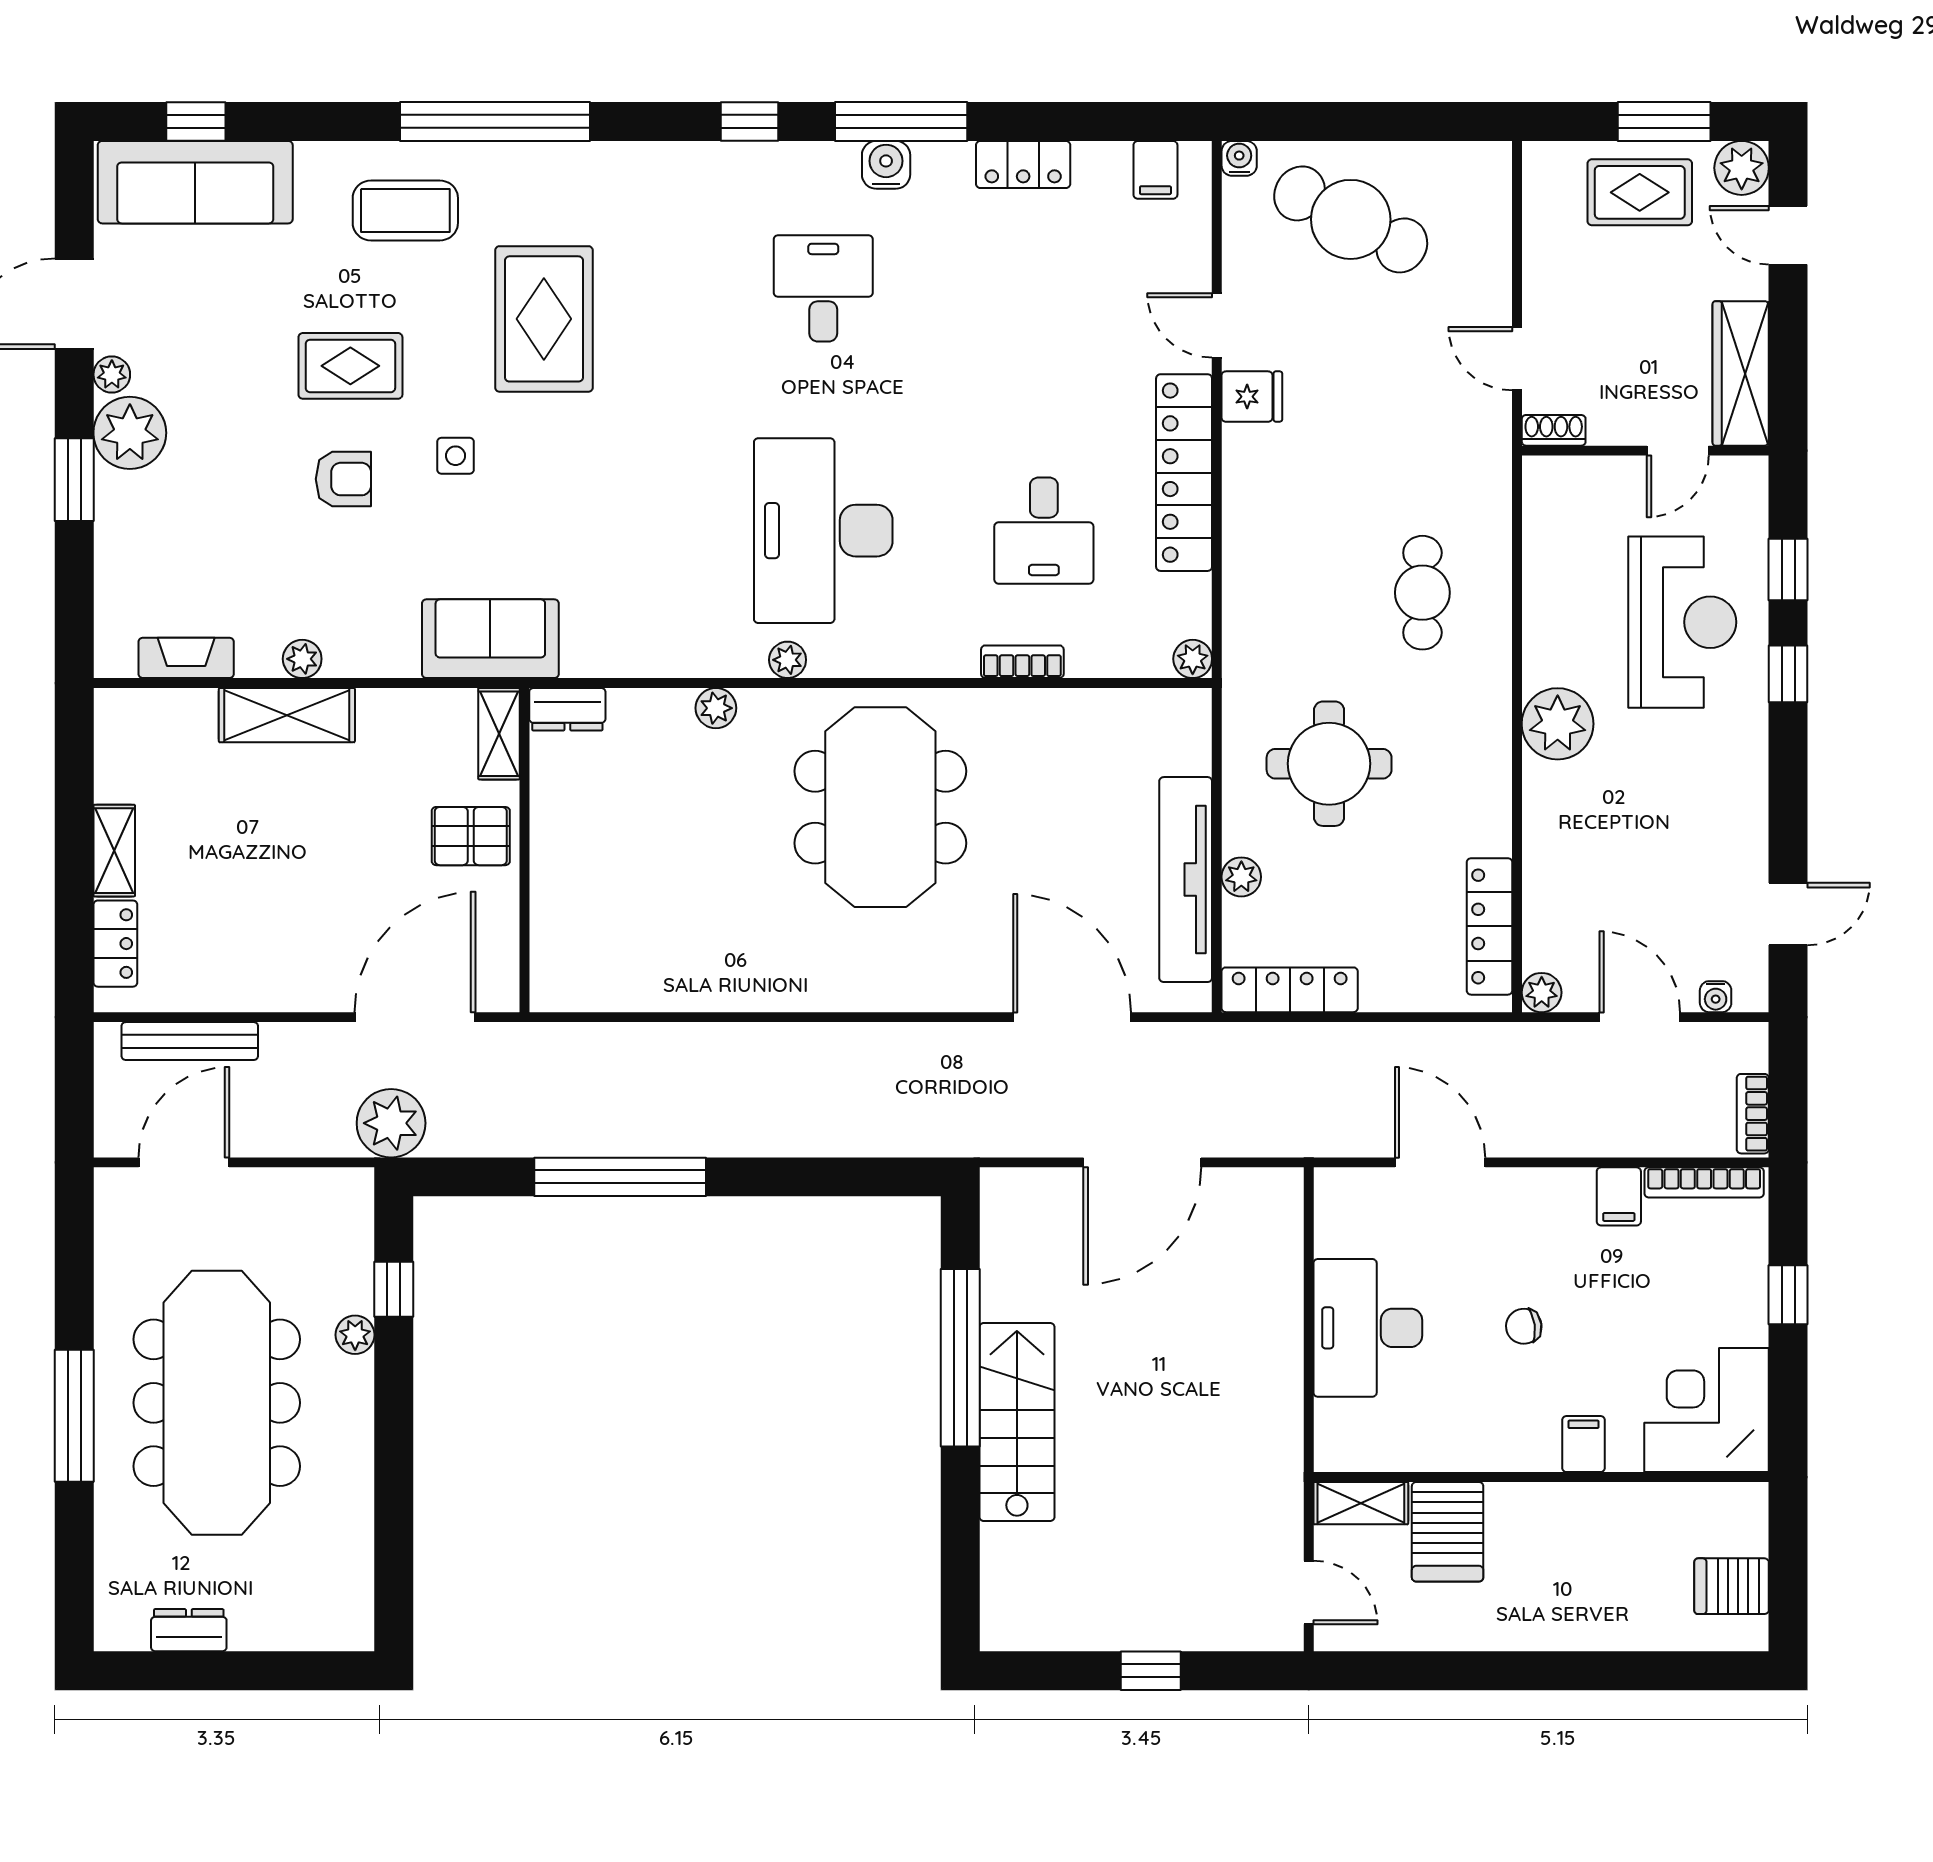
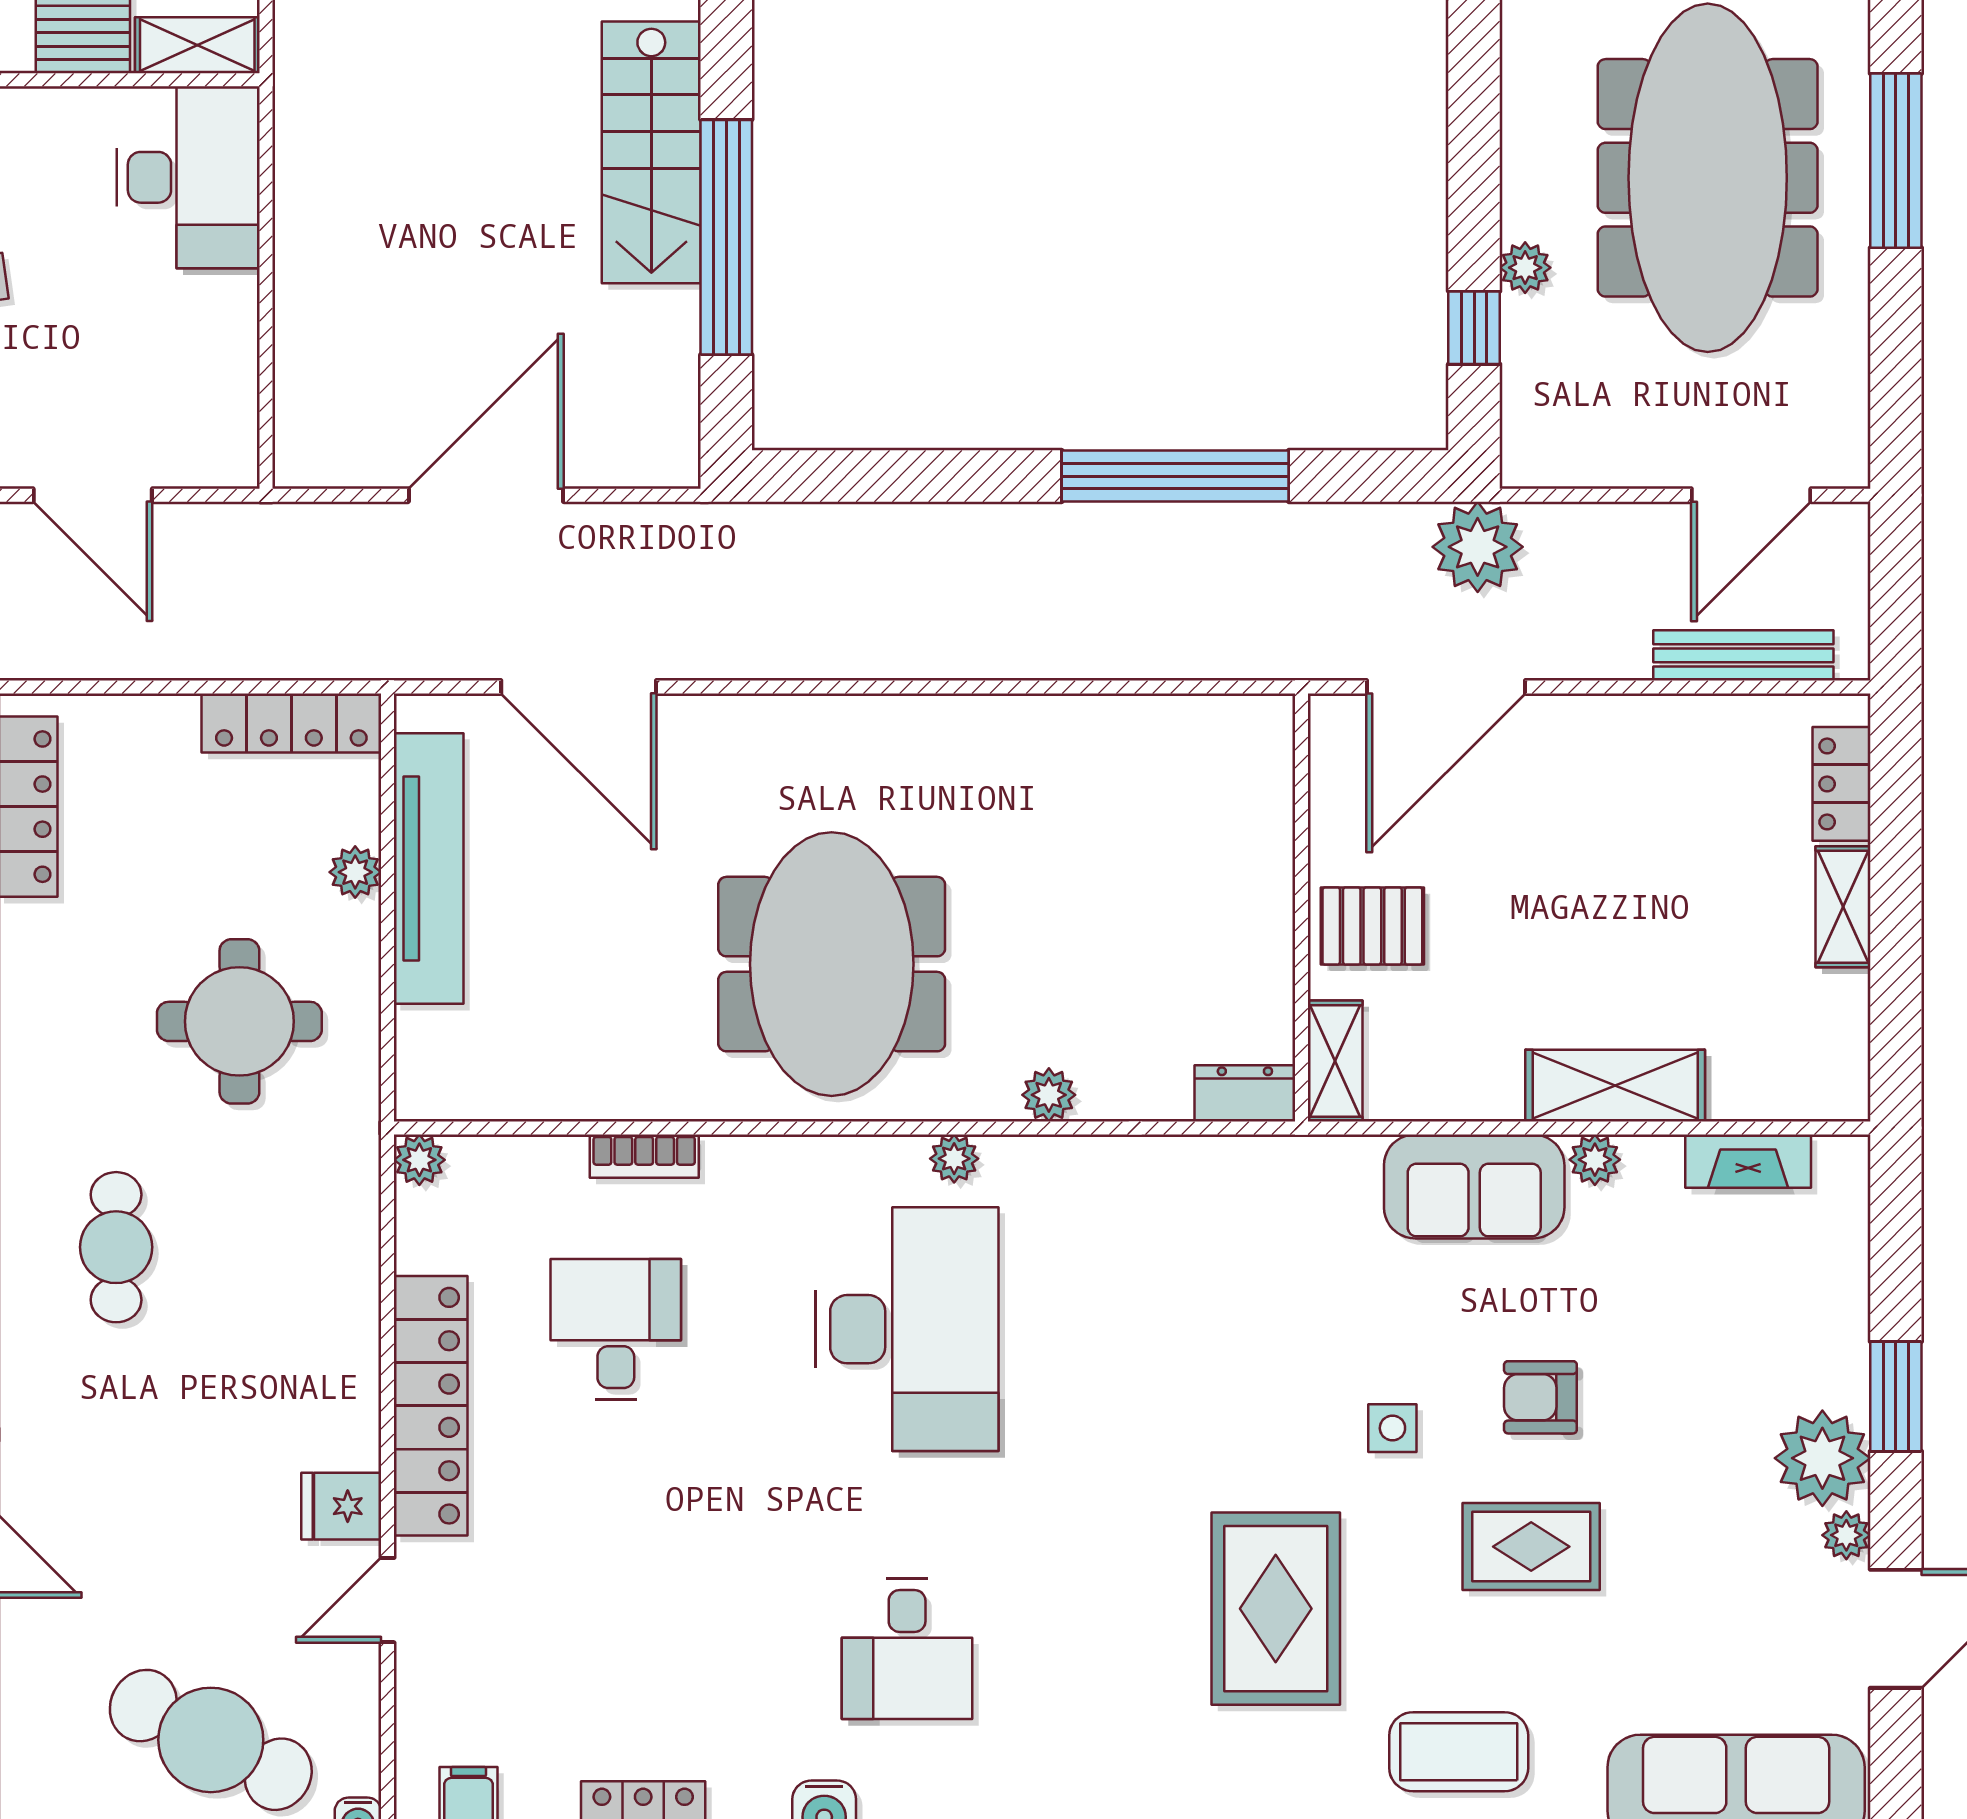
door: (1217, 325) -> (388, 1600), swing flipped
sofa: (490, 639) -> (1474, 1186), moved
desk: (1368, 1328) -> (188, 177), moved

